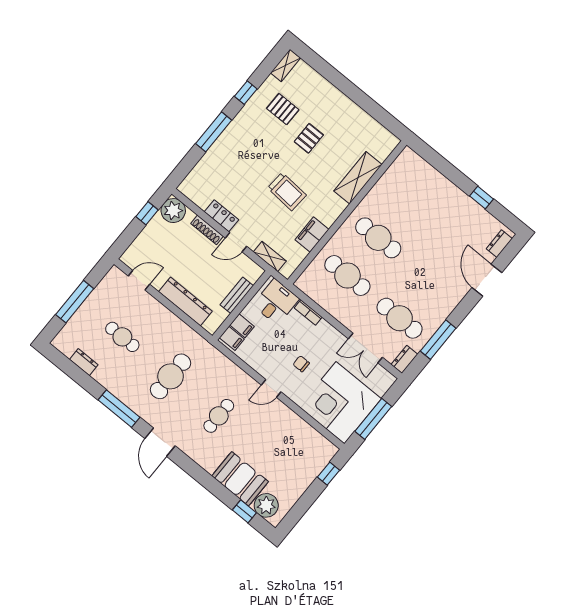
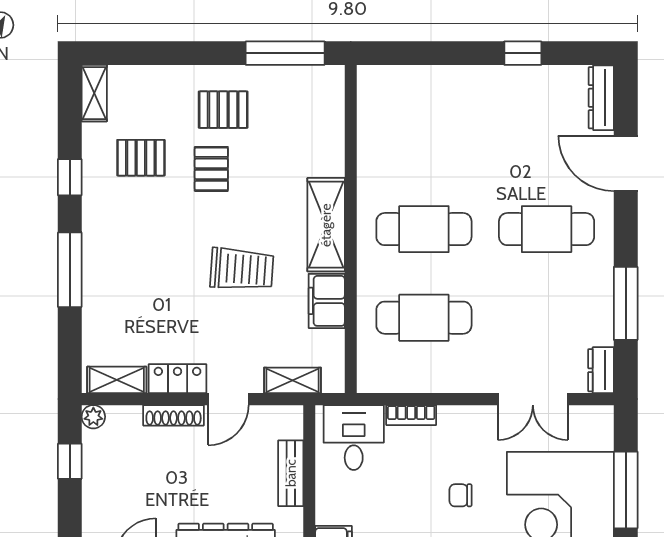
window: (380, 115) -> (285, 53), added
pallet: (334, 117) -> (223, 110), added
shelving: (358, 178) -> (326, 225), moved
shelving: (195, 195) -> (117, 380), added
plant: (173, 211) -> (93, 417), width x0.53, depth x0.53
dresser: (499, 244) -> (601, 98), width x1.44
cafe table: (400, 318) -> (547, 229), moved
filing cabinet: (242, 326) -> (333, 510), removed

